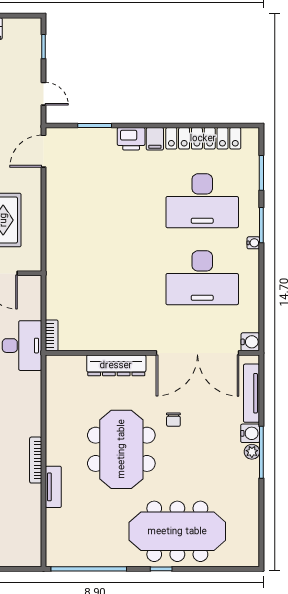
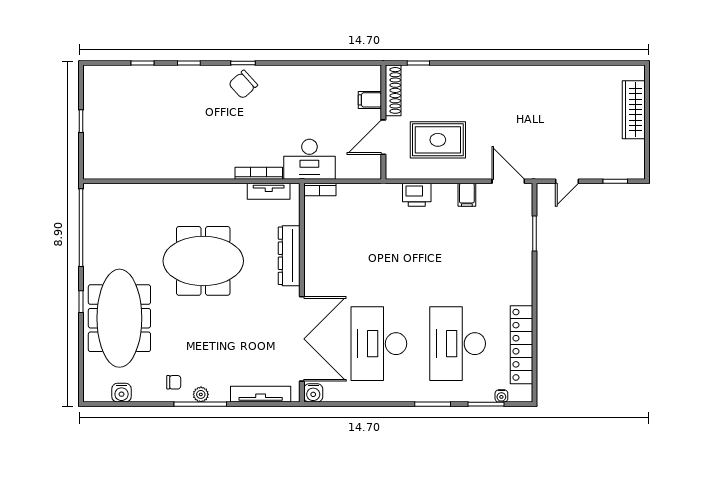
printer: (131, 139) -> (417, 195), moved, turned -90
filing cabinet: (155, 139) -> (467, 195), moved, turned -90
water cooler: (253, 243) -> (501, 396), moved
double door: (197, 353) -> (302, 339), swing flipped
chair: (173, 420) -> (174, 382), moved, turned 180
water cooler: (250, 433) -> (122, 393), moved
bookcase: (36, 460) -> (259, 173), moved
tv unit: (53, 487) -> (269, 191), moved

